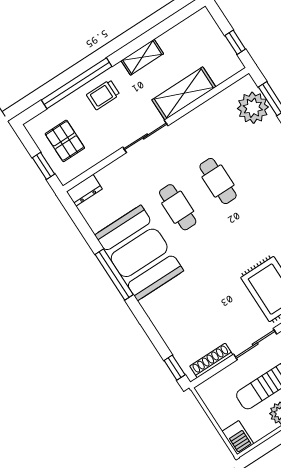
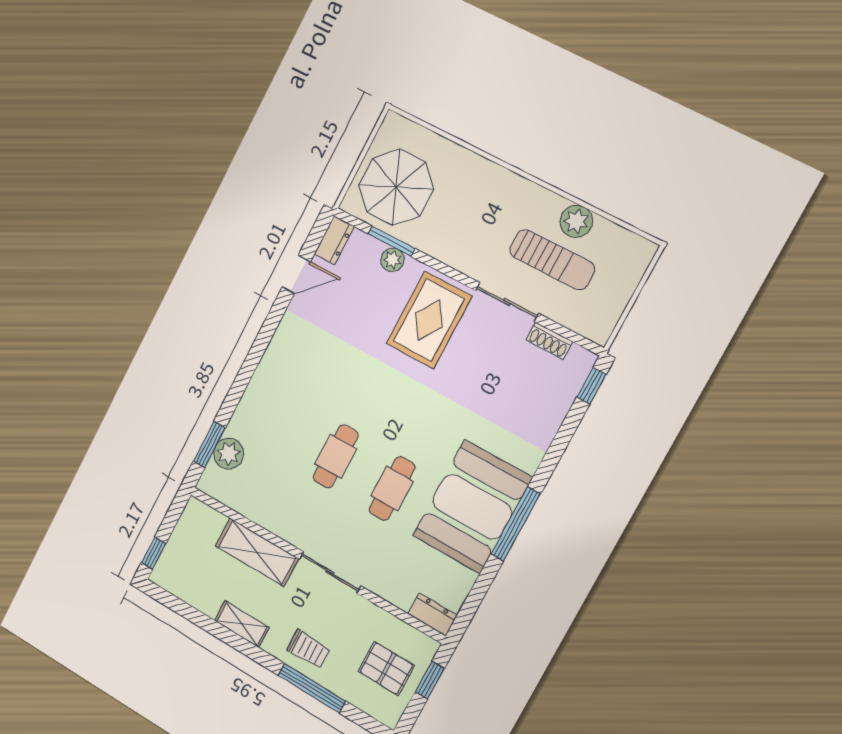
window: (235, 42) -> (154, 553), moved
window: (77, 83) -> (312, 688), width x0.68
plant: (253, 108) -> (229, 454), width x0.73, depth x0.73
pallet: (65, 141) -> (386, 668), turned 90
shoe rack: (211, 360) -> (549, 341), width x0.70
barbecue: (238, 438) -> (637, 257), removed

